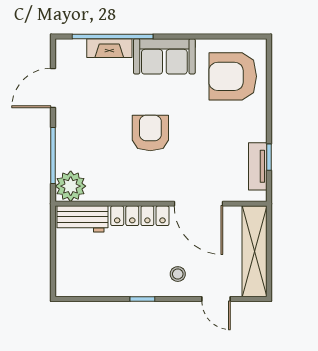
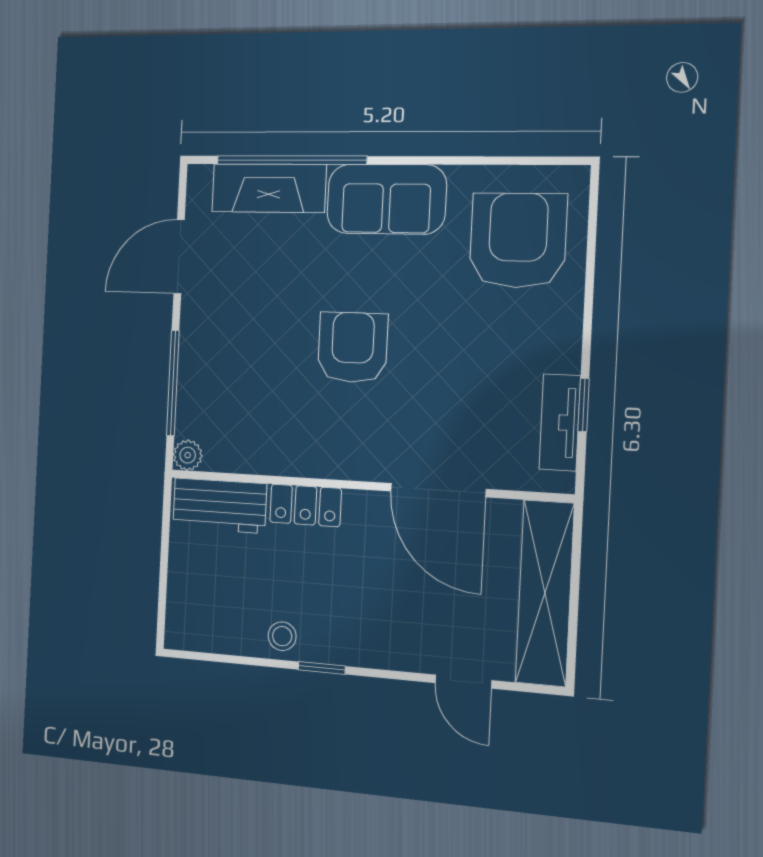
fireplace: (109, 48) -> (269, 188), width x1.37, depth x1.32
armchair: (233, 76) -> (518, 240), turned 90
plant: (71, 186) -> (188, 455), width x0.53, depth x0.53
locker: (140, 216) -> (306, 505), width x0.66
stool: (178, 274) -> (282, 636), moved

